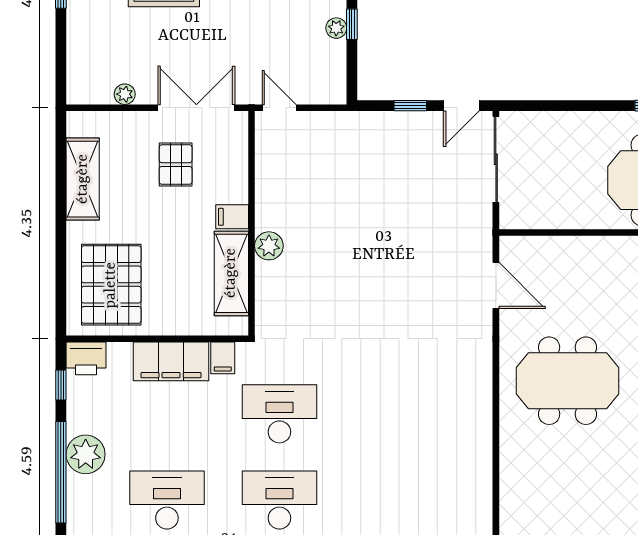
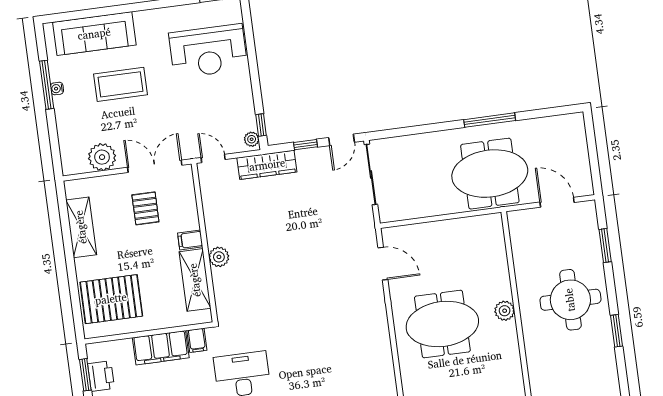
window: (352, 24) -> (261, 125), moved
plant: (336, 28) -> (252, 139), moved
plant: (125, 94) -> (102, 157), width x1.88, depth x1.88
wardrobe: (353, 127) -> (267, 165), added
pallet: (111, 285) -> (111, 299), turned 90
printer: (86, 358) -> (101, 376), moved, turned -90
window: (61, 385) -> (85, 375), width x1.50

